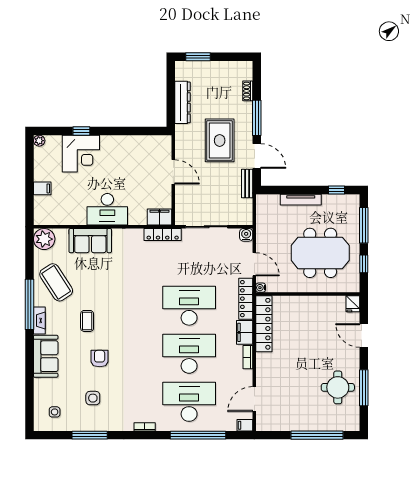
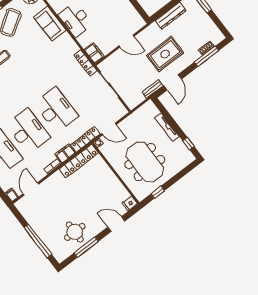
window: (257, 118) -> (207, 56), moved
door: (173, 172) -> (126, 41), hinge flipped
window: (364, 225) -> (180, 175), removed
water cooler: (246, 235) -> (122, 111), removed
door: (254, 264) -> (109, 129), hinge flipped
door: (364, 335) -> (116, 224), hinge flipped
door: (254, 399) -> (31, 189), hinge flipped

